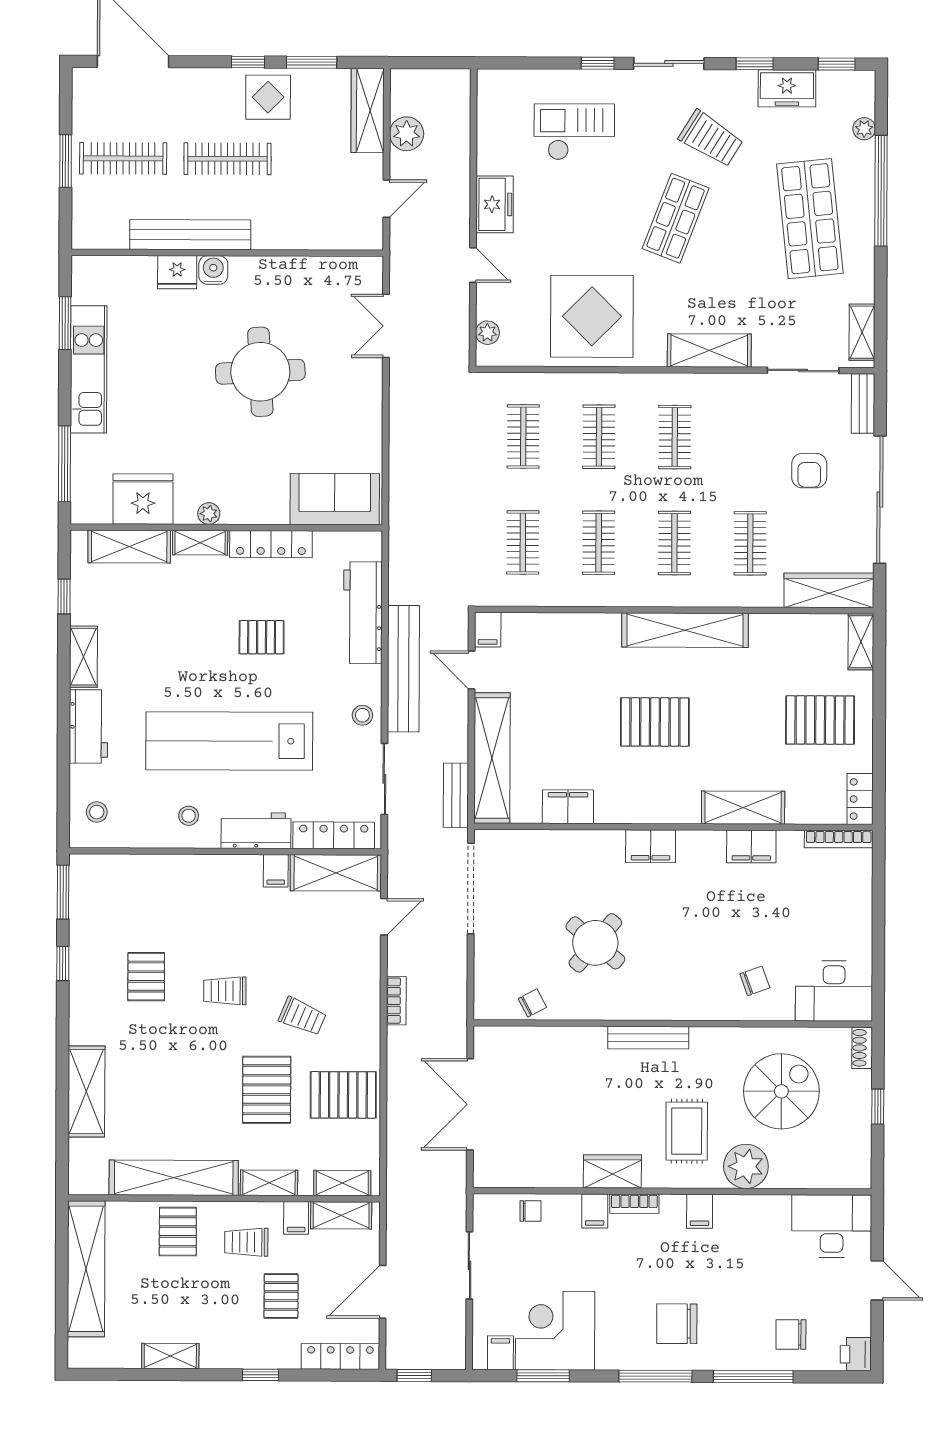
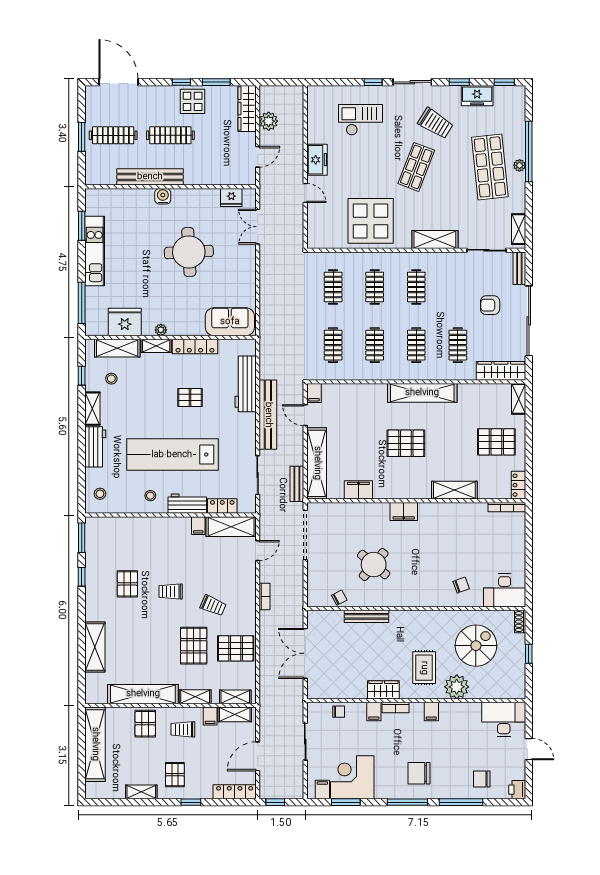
plant: (864, 129) -> (520, 165), moved
fridge: (177, 272) -> (231, 198), moved
plant: (487, 333) -> (313, 230), removed
armchair: (809, 471) -> (490, 305), turned 90
stool: (362, 715) -> (111, 379), moved
locker: (334, 835) -> (222, 506), width x0.66
filing cabinet: (751, 846) -> (459, 511), removed
bench: (648, 1038) -> (366, 616), moved
pallet: (281, 1296) -> (175, 775), moved

